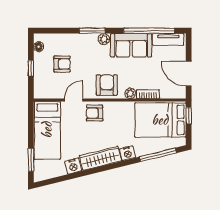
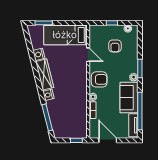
door: (189, 74) -> (108, 140), hinge flipped
armchair: (95, 113) -> (78, 70), removed
bed: (160, 120) -> (73, 119), removed

